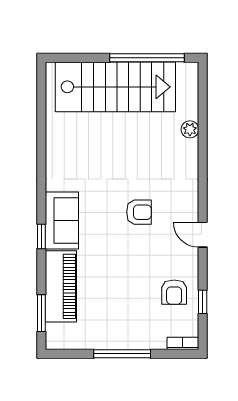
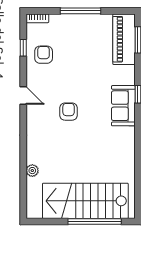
window: (147, 58) -> (95, 222), moved
armchair: (139, 212) -> (69, 112), turned 90
piano: (61, 286) -> (124, 39), moved

